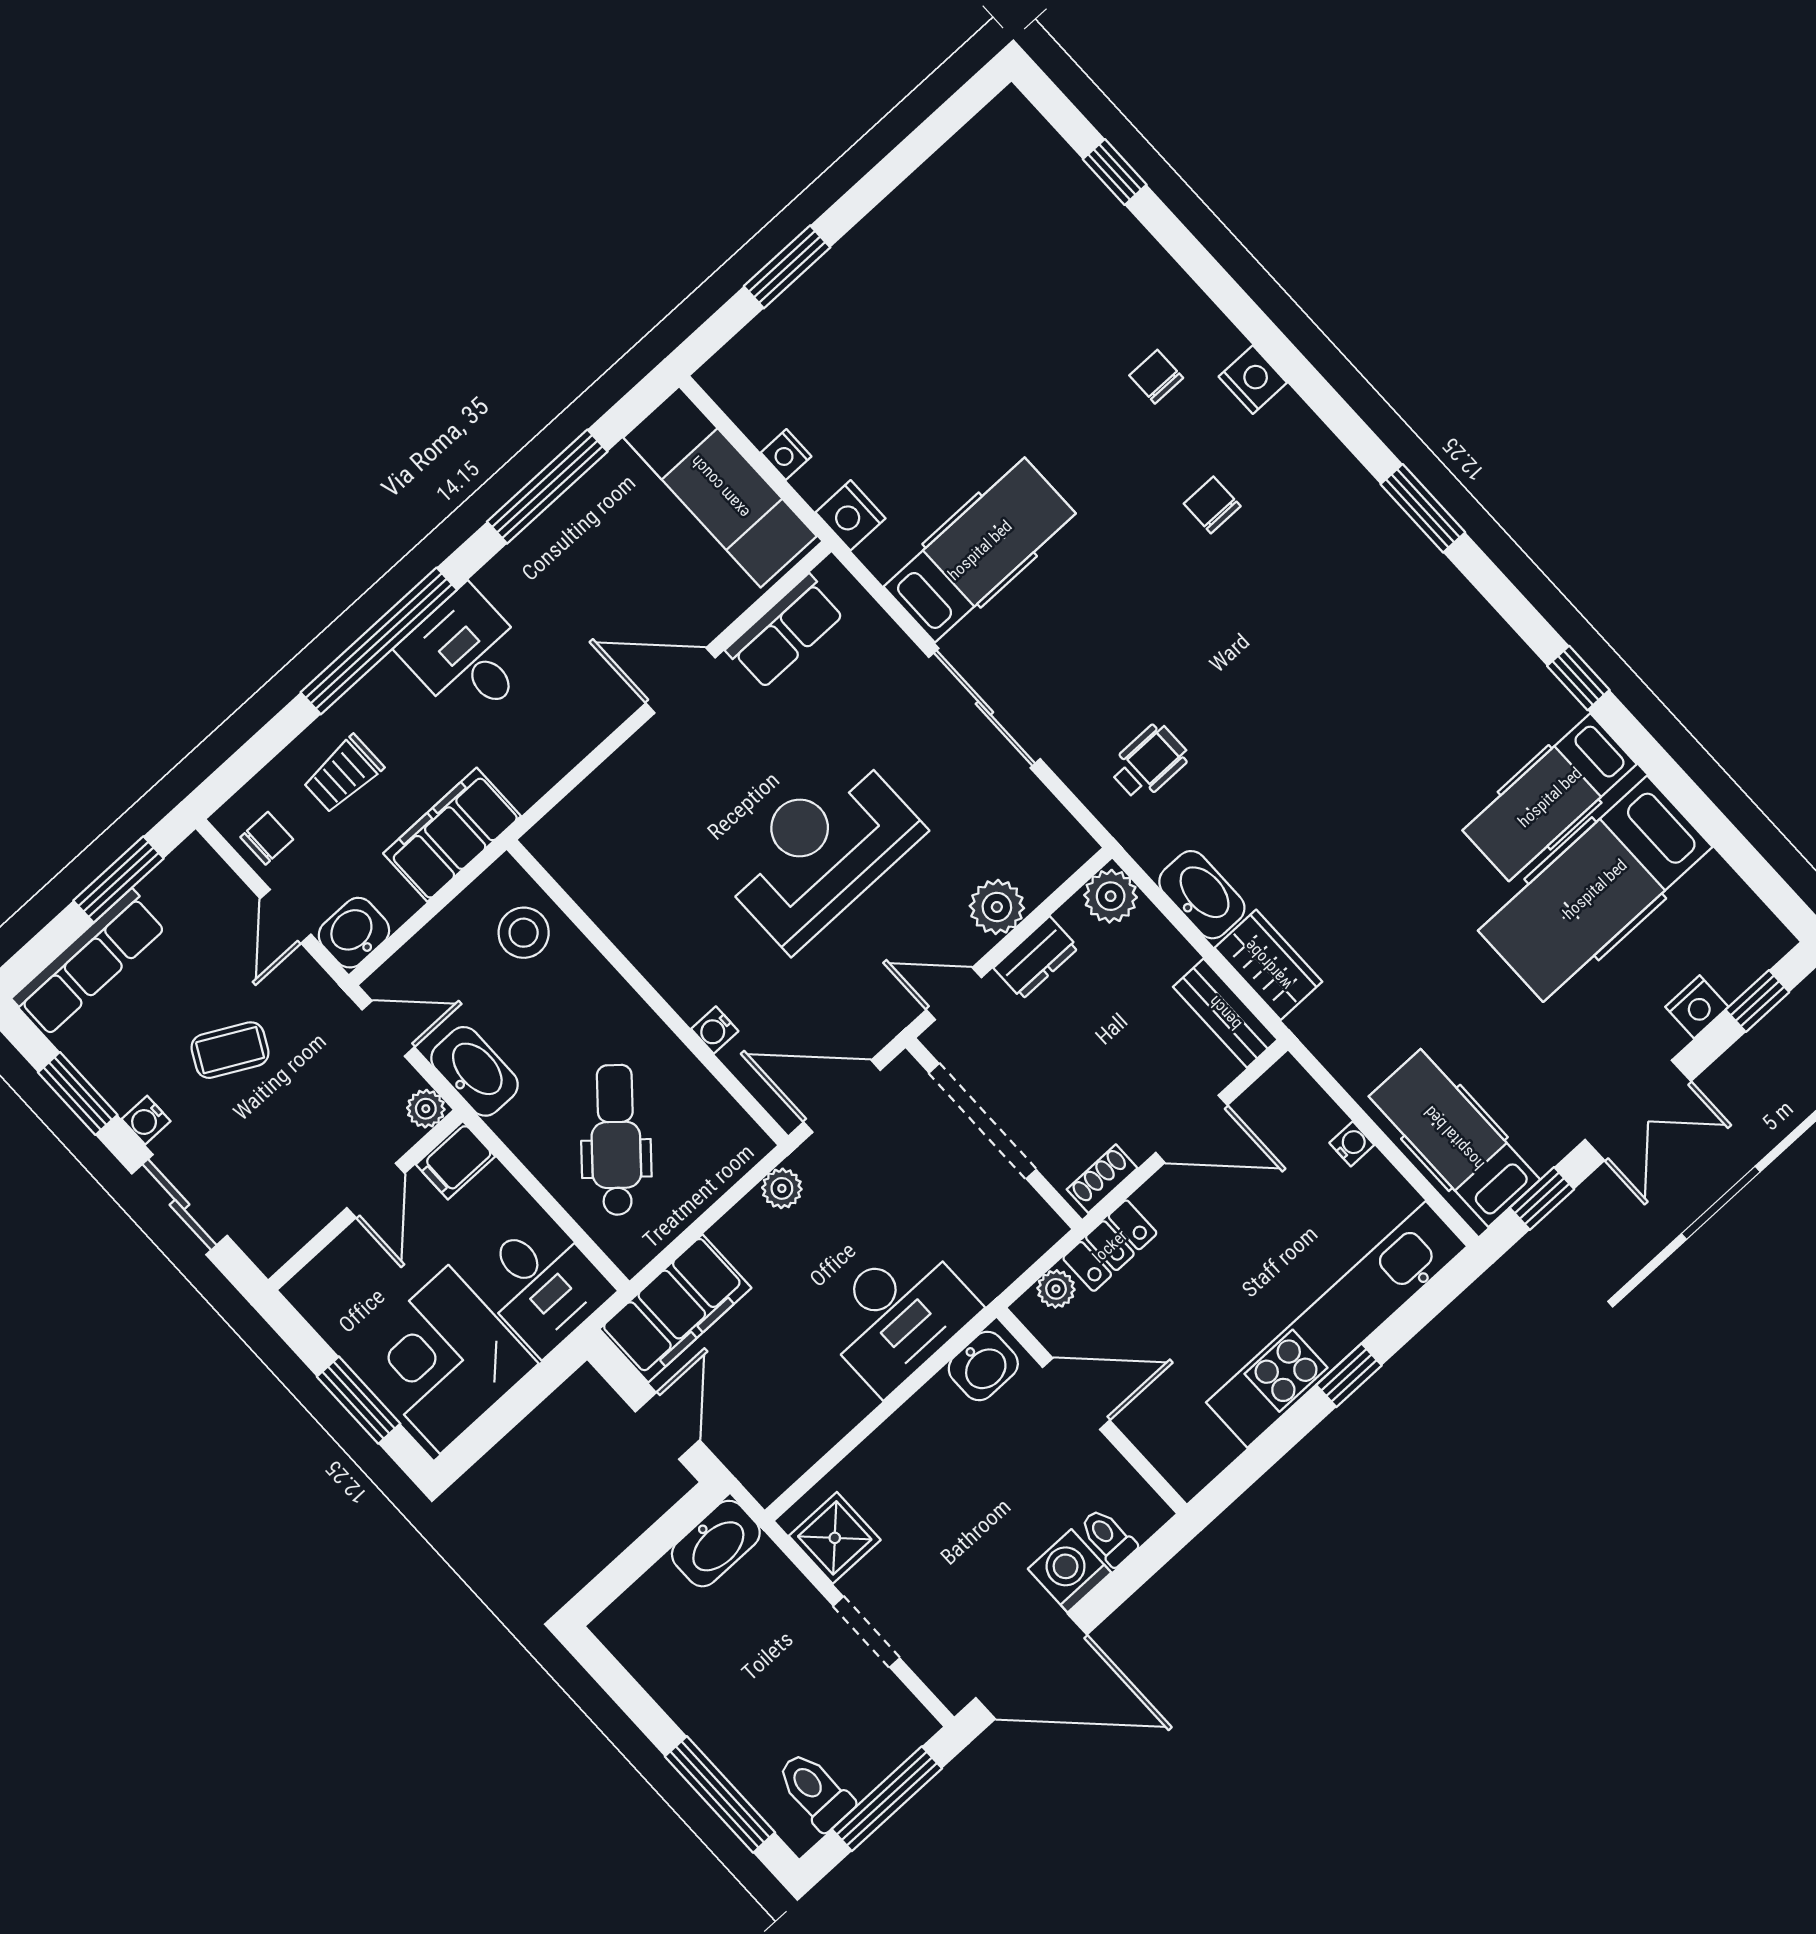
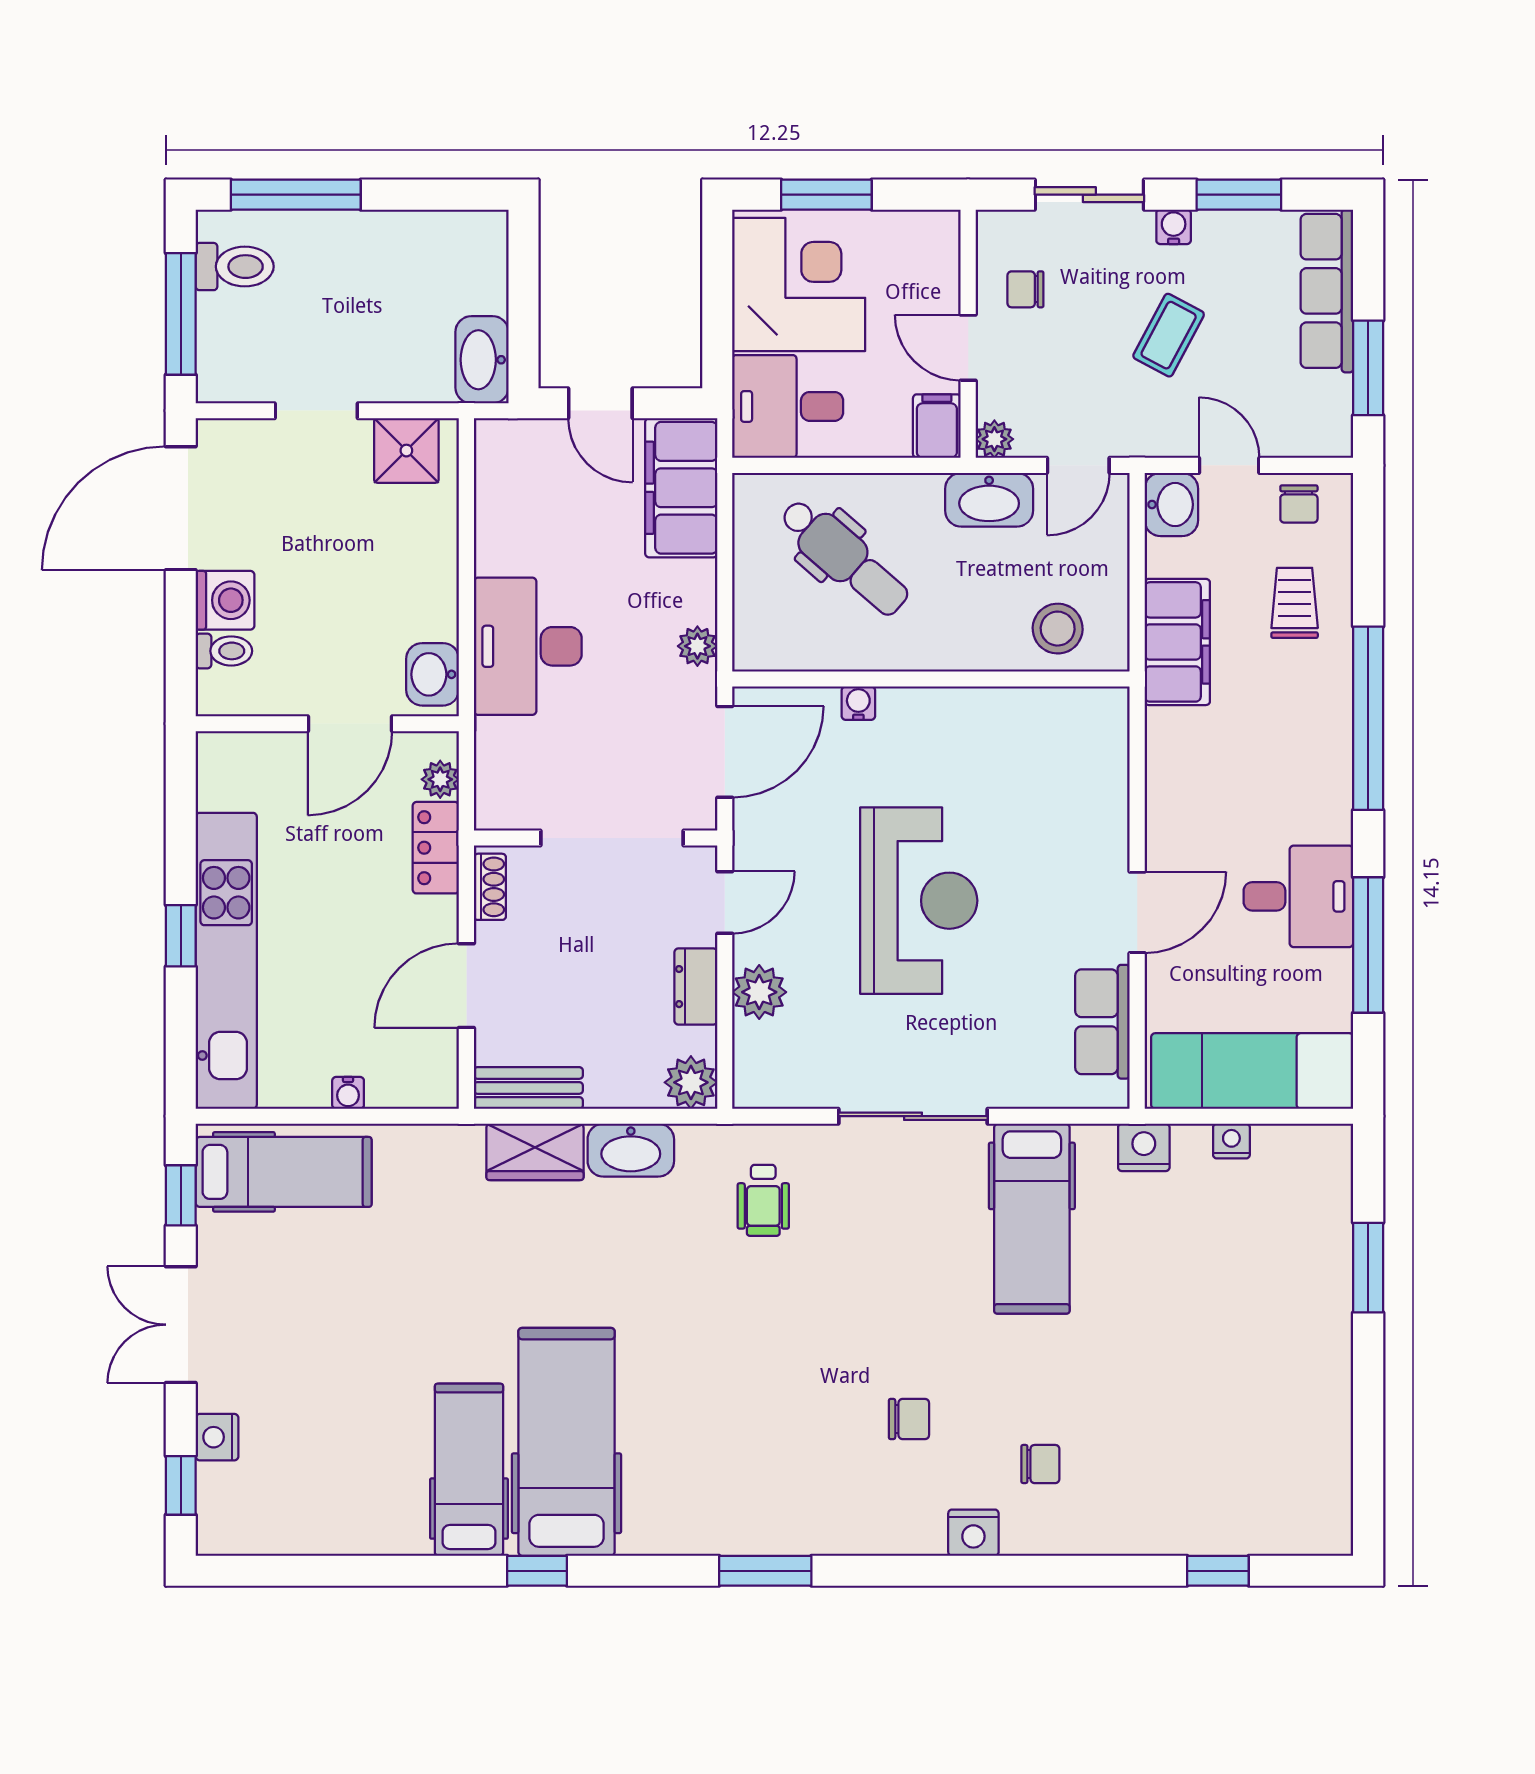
desk: (467, 655) -> (1298, 896), moved
hospital bed: (1595, 889) -> (566, 1442), moved
chair: (293, 1188) -> (1025, 289), added

